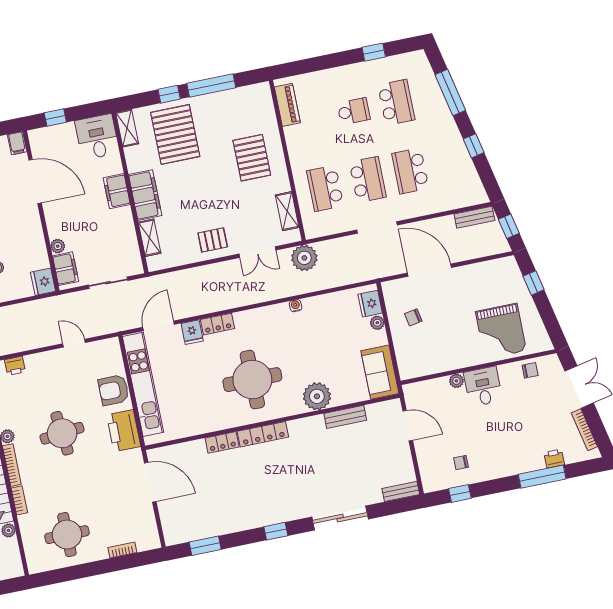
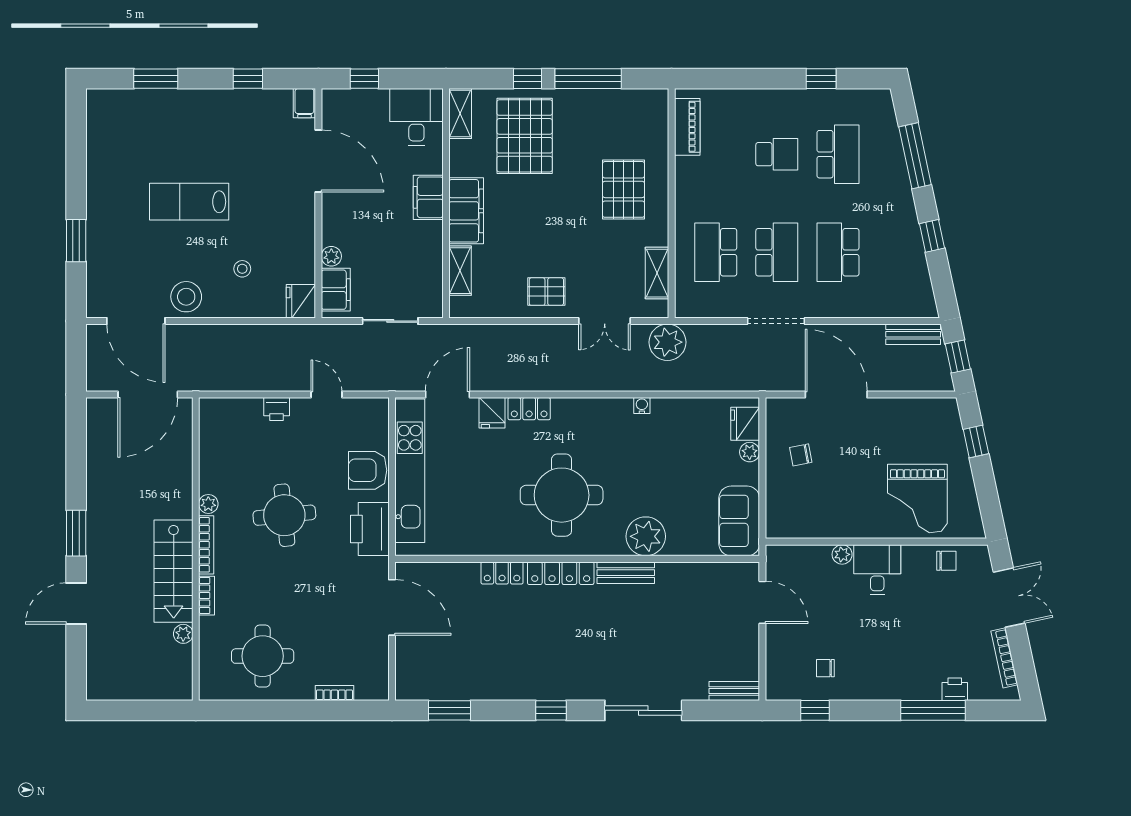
printer: (15, 366) -> (277, 409), moved
bench: (345, 417) -> (626, 573), moved

